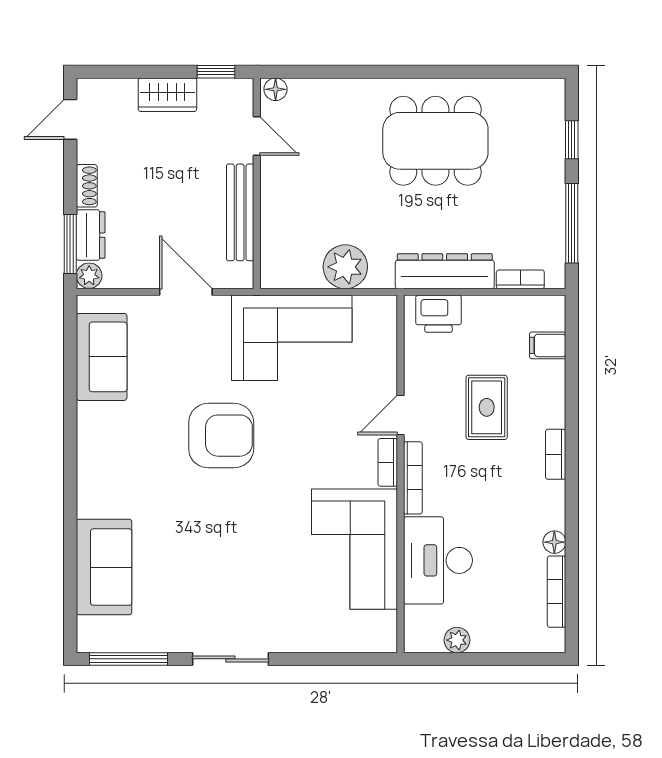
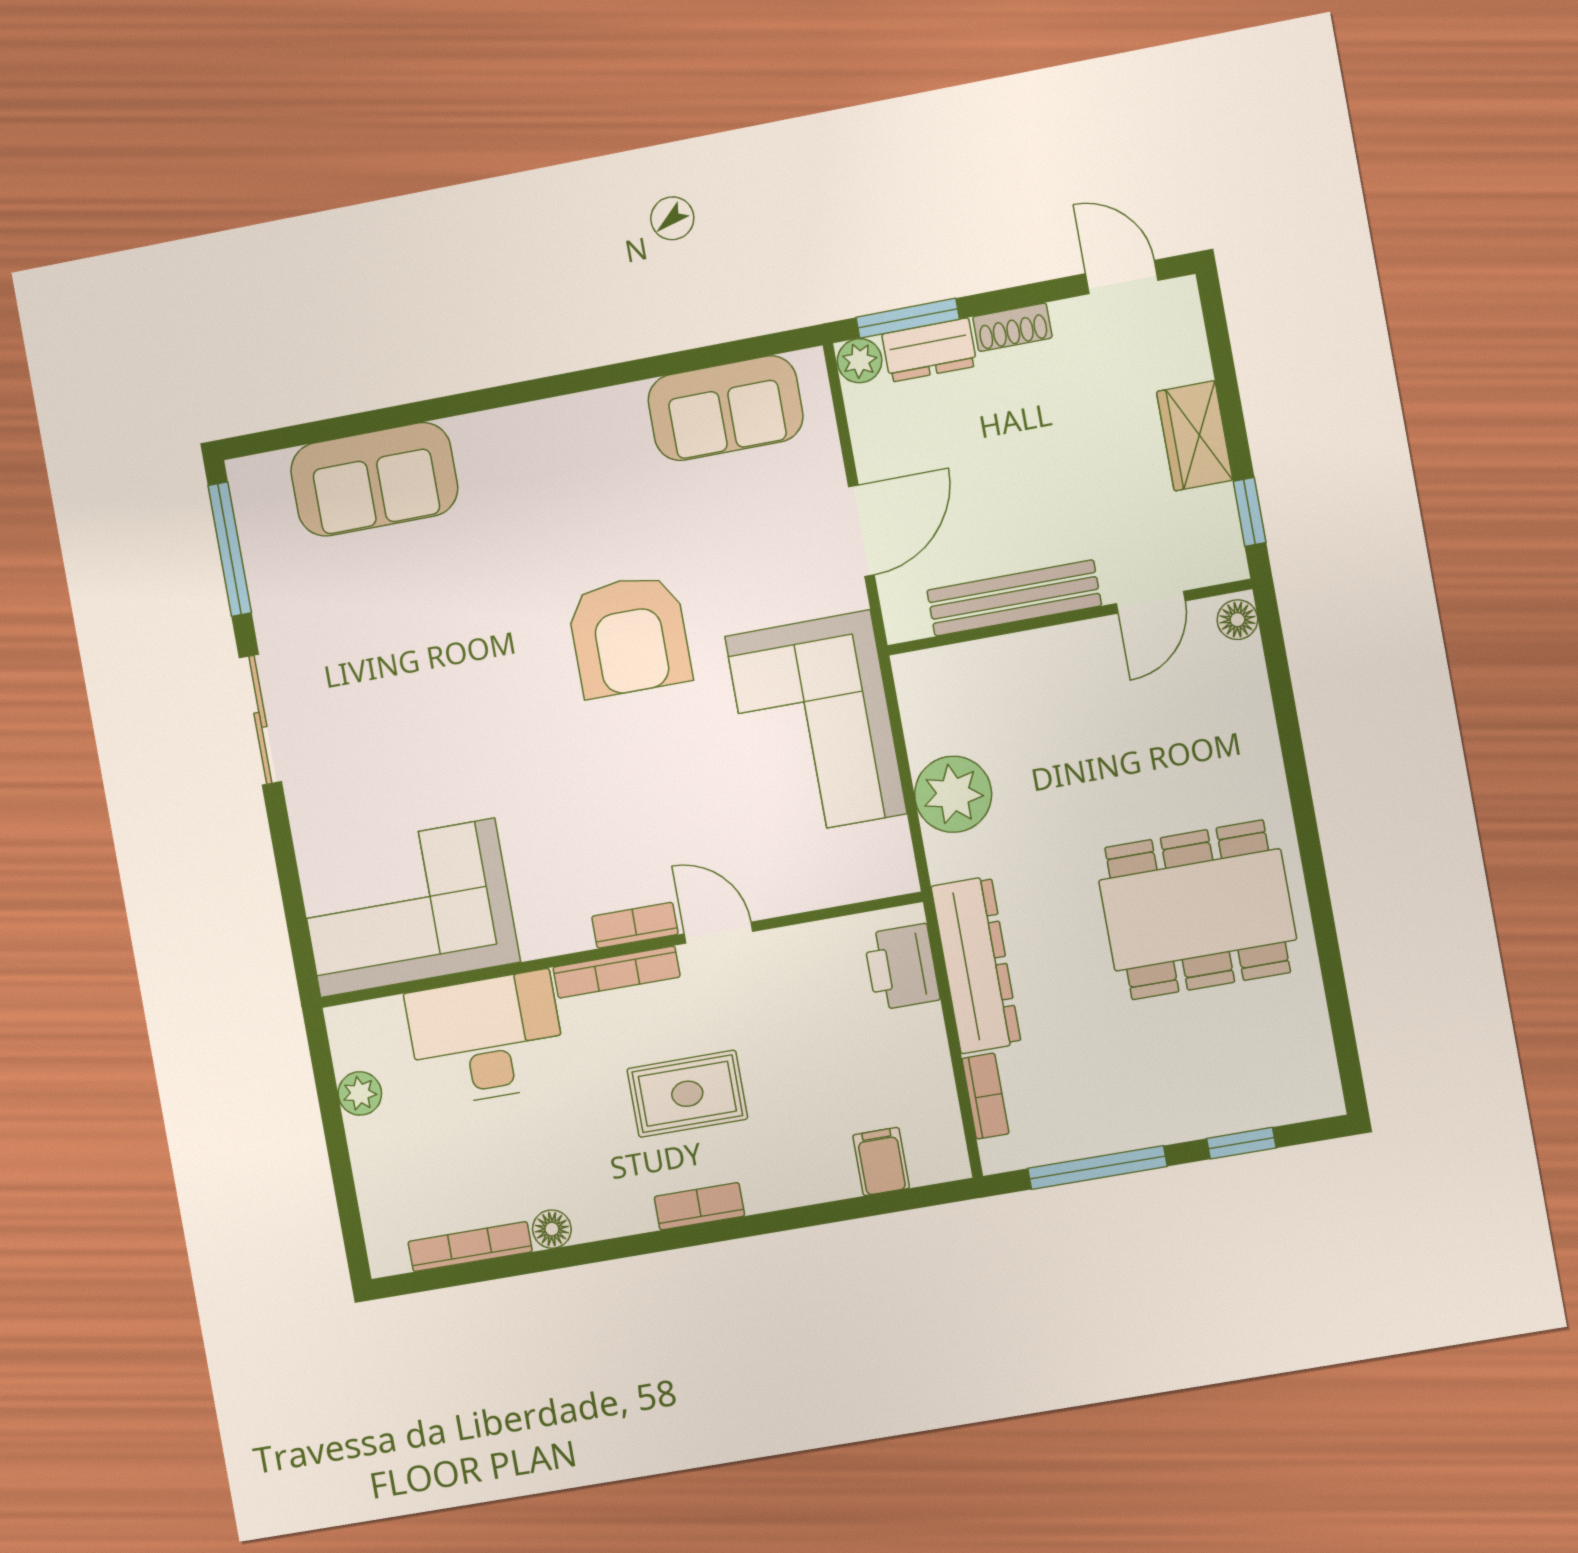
dining table: (435, 141) -> (1197, 910), turned 90
rug: (487, 407) -> (687, 1094), moved
corner sofa: (354, 549) -> (407, 908), moved

